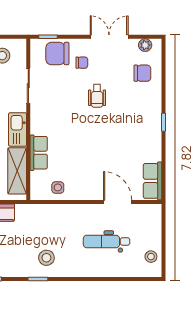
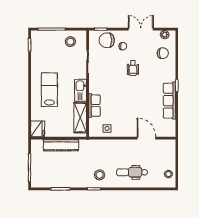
row of seats: (153, 181) -> (169, 101), moved, width x1.48
dental chair: (106, 241) -> (132, 172), moved

